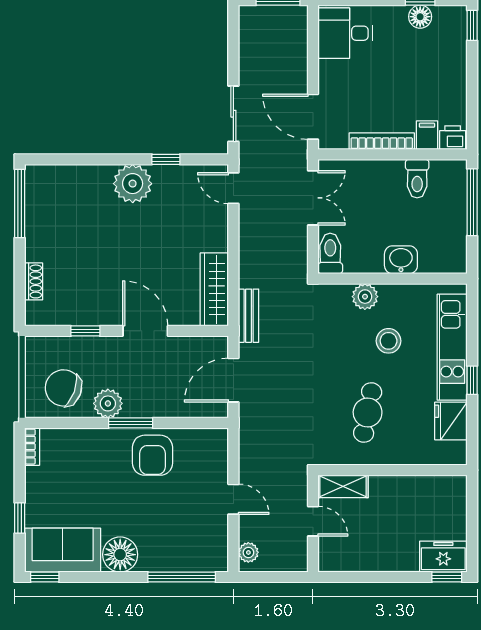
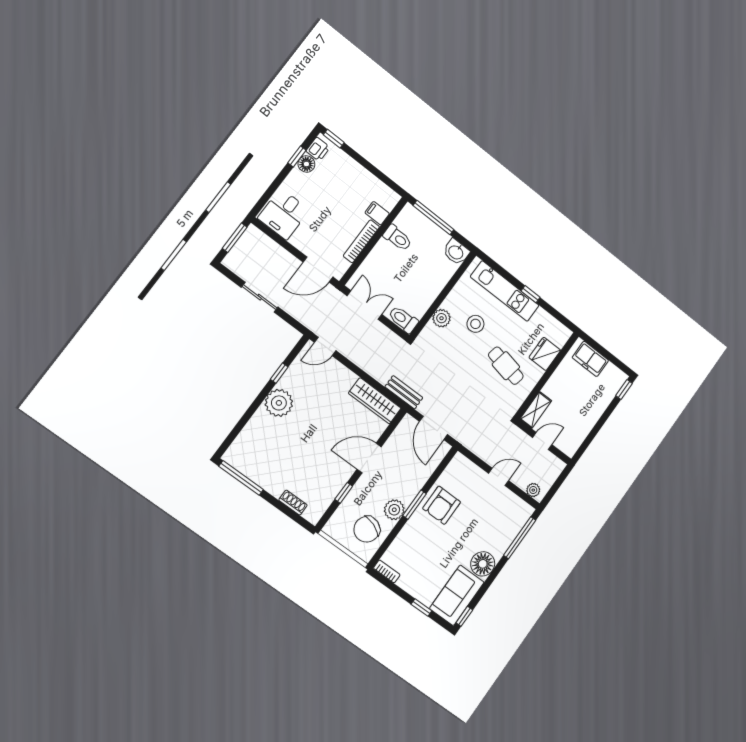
sliding door: (233, 114) -> (260, 297), moved
printer: (453, 138) -> (318, 149), moved, turned 180
washbasin: (401, 260) -> (456, 252), moved, turned -90
fridge: (451, 421) -> (545, 354), moved, turned 90
armchair: (152, 455) -> (442, 505), turned 90
freezer: (443, 557) -> (590, 359), moved, turned -90

